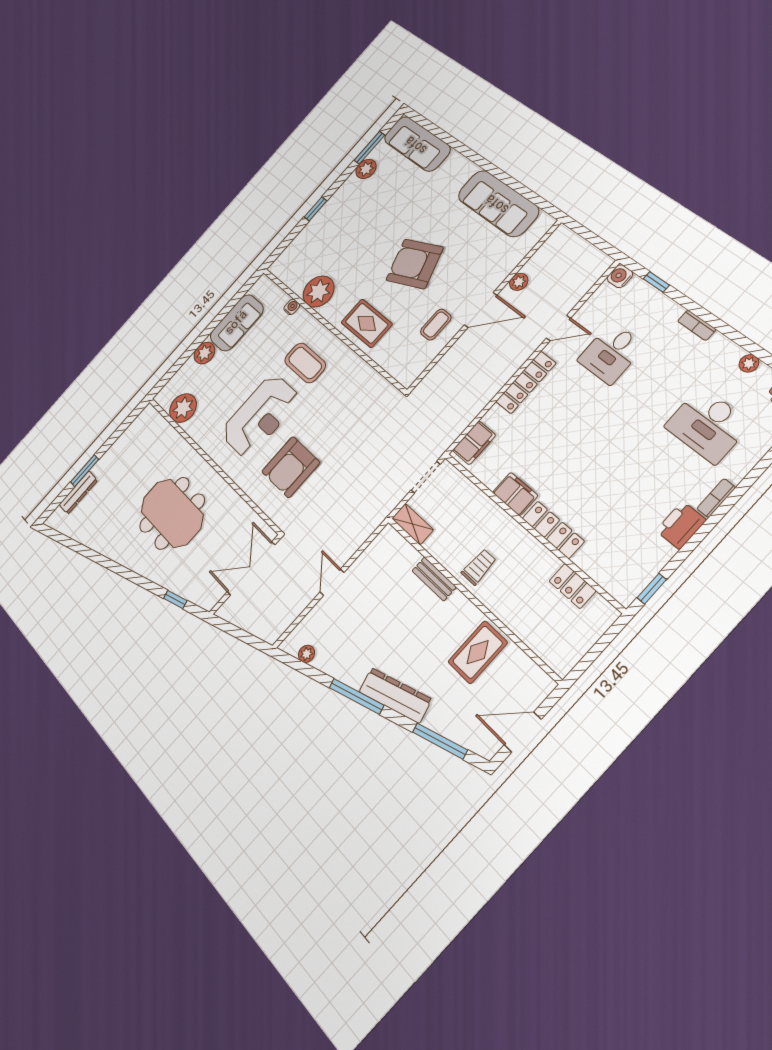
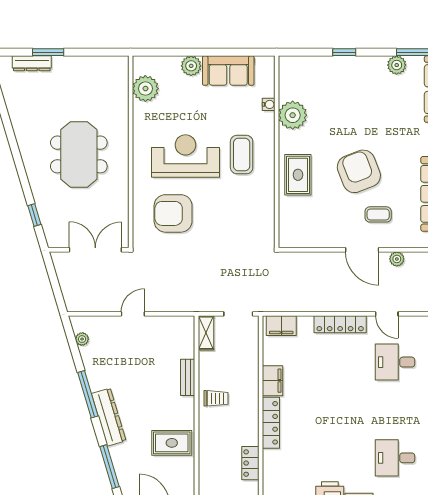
coffee table: (436, 325) -> (378, 214), moved
reception desk: (260, 416) -> (185, 156), turned 180
desk: (708, 425) -> (395, 458), width x0.73

